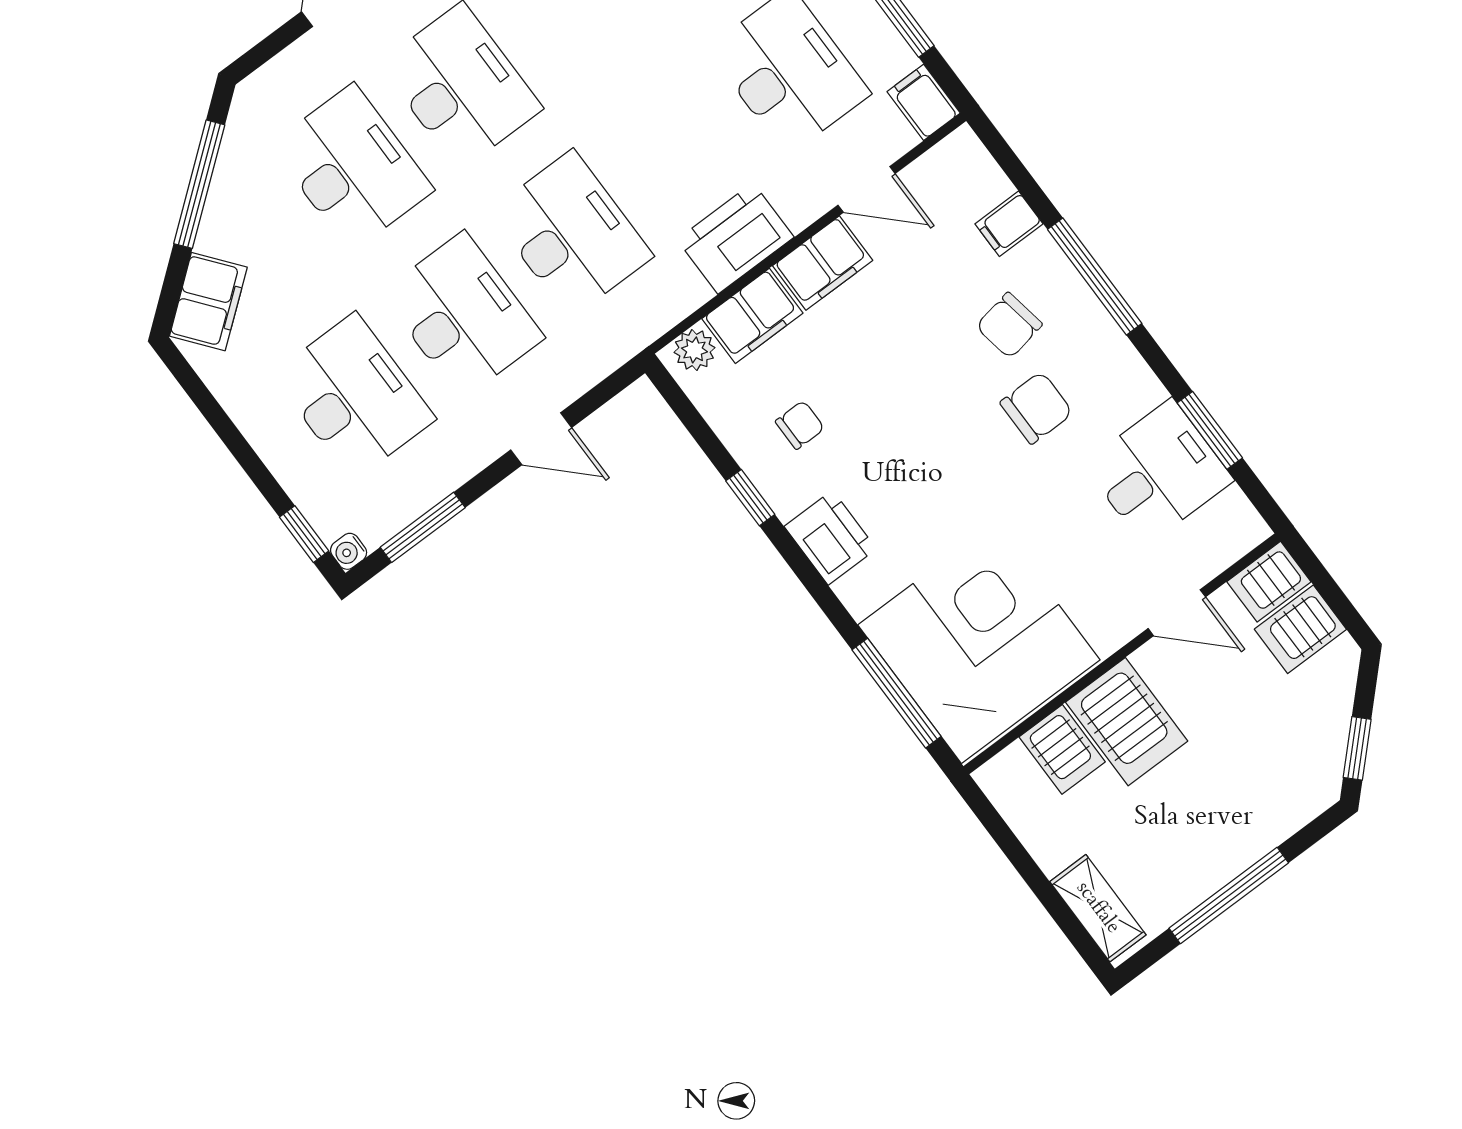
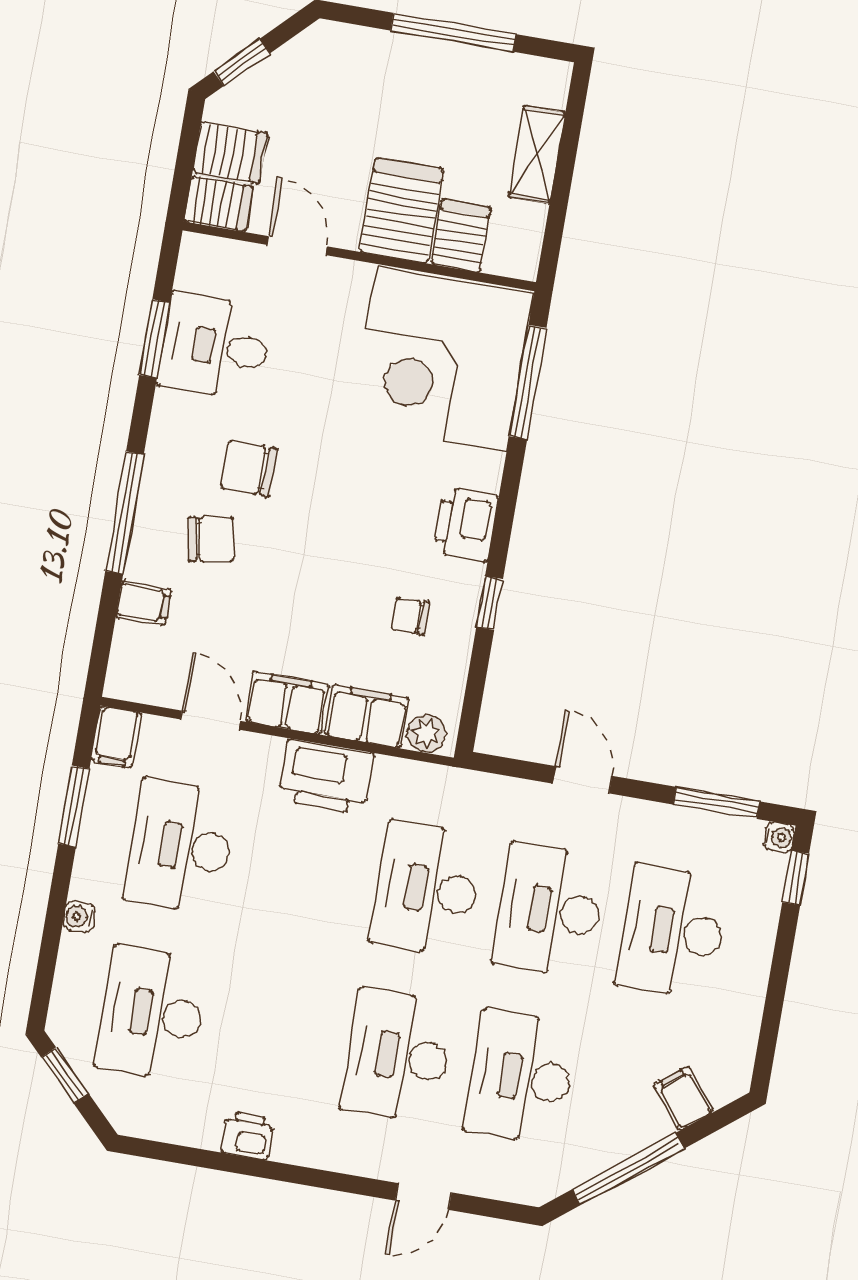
filing cabinet: (208, 302) -> (684, 1098), width x0.50
window: (1357, 748) -> (242, 62), moved
shelving: (1098, 908) -> (537, 155), moved

